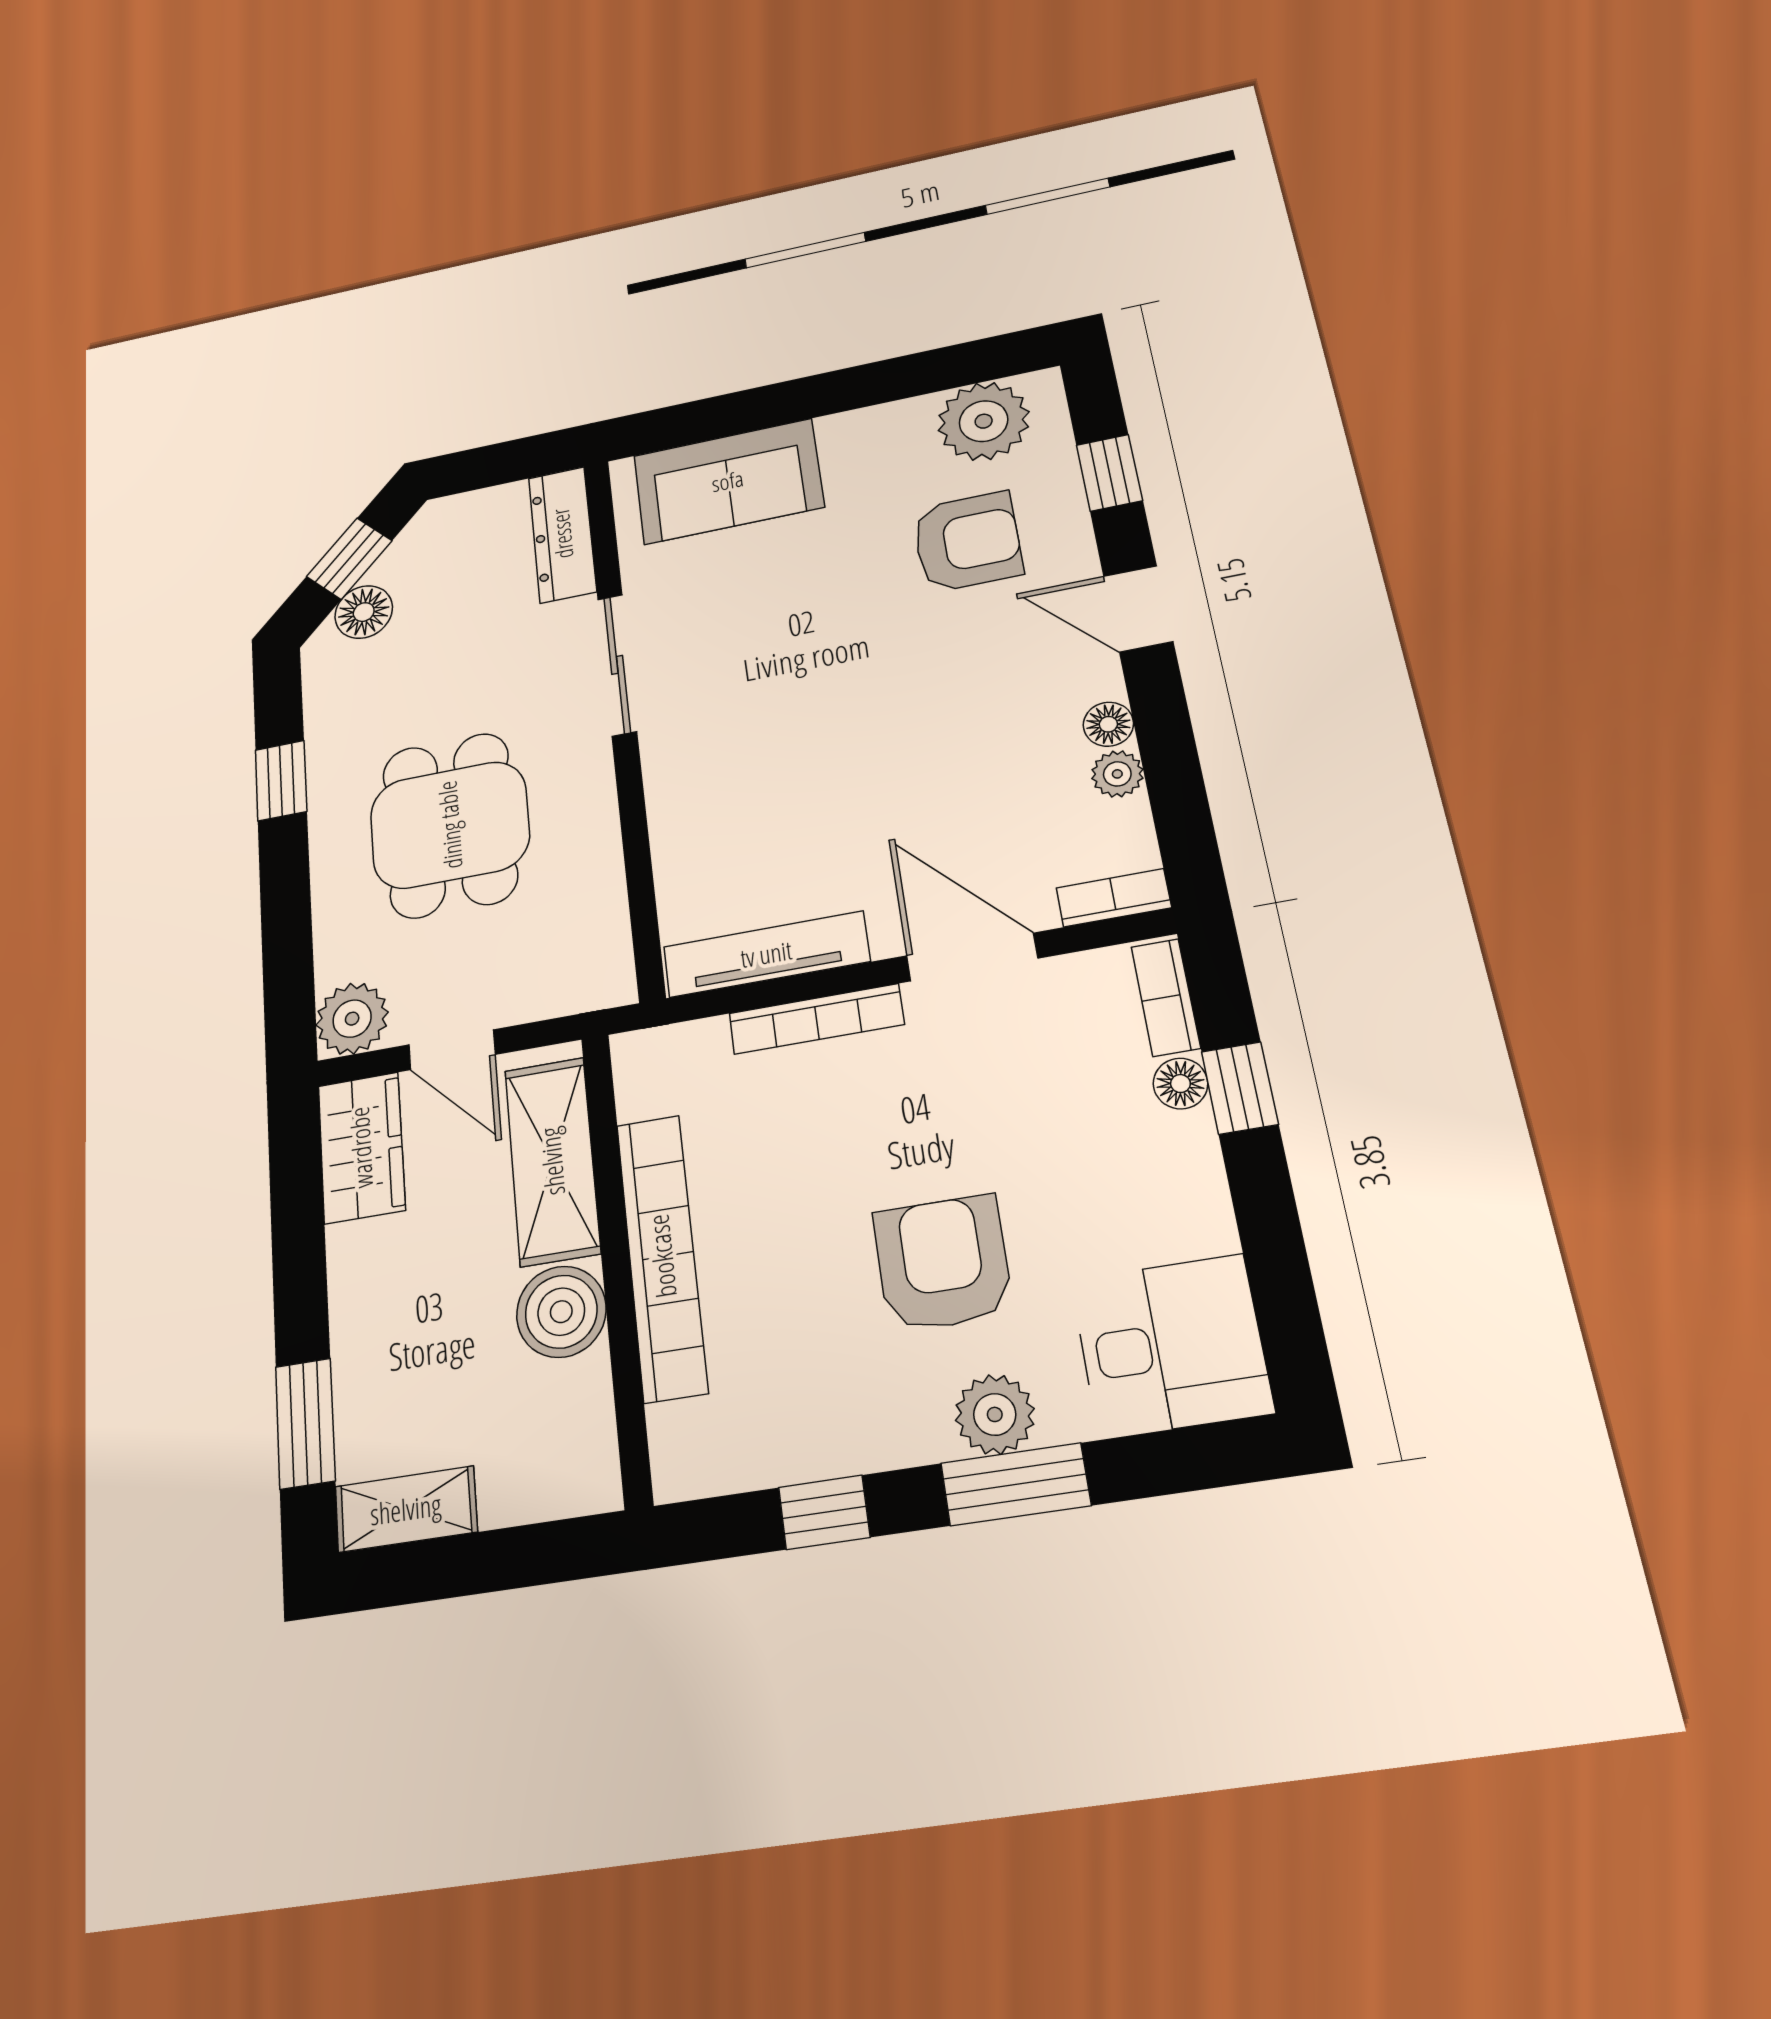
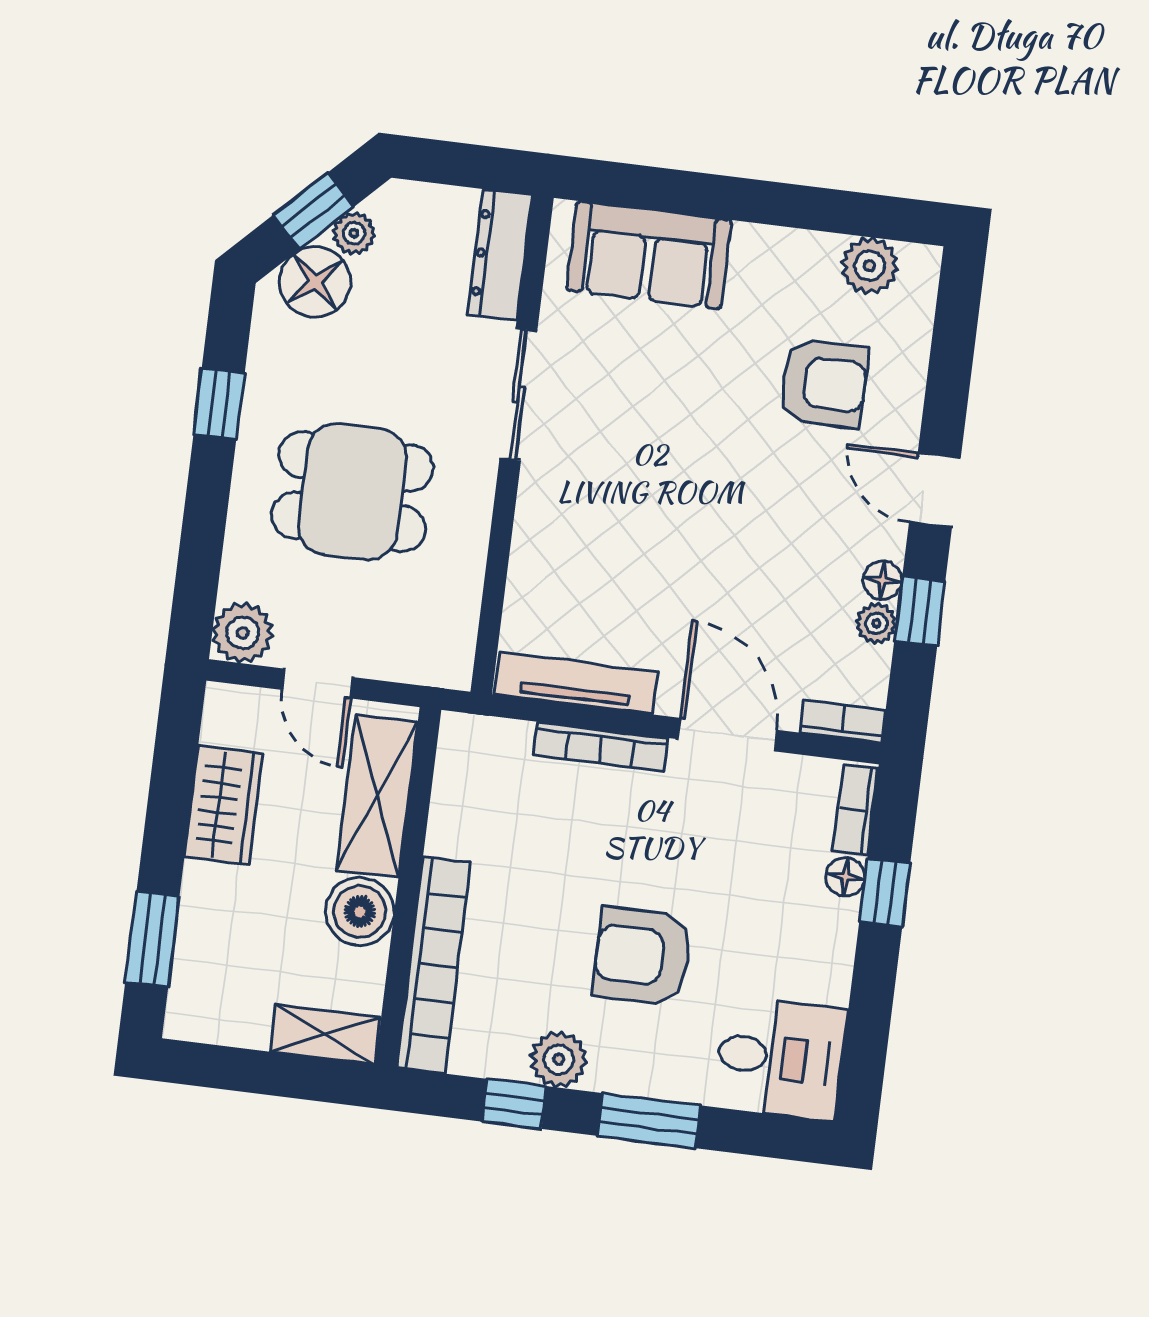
plant: (984, 421) -> (870, 266), width x0.73, depth x0.73
window: (1109, 473) -> (920, 611), moved
plant: (397, 565) -> (354, 233), added
floor lamp: (364, 612) -> (315, 282), width x1.38, depth x1.38
dining table: (450, 825) -> (352, 492), turned 90
wardrobe: (361, 1148) -> (224, 805), moved
bookcase: (662, 1256) -> (434, 965), moved
armchair: (943, 1263) -> (642, 956), turned -90
plant: (995, 1414) -> (559, 1059), moved
shelving: (406, 1509) -> (325, 1035), moved

